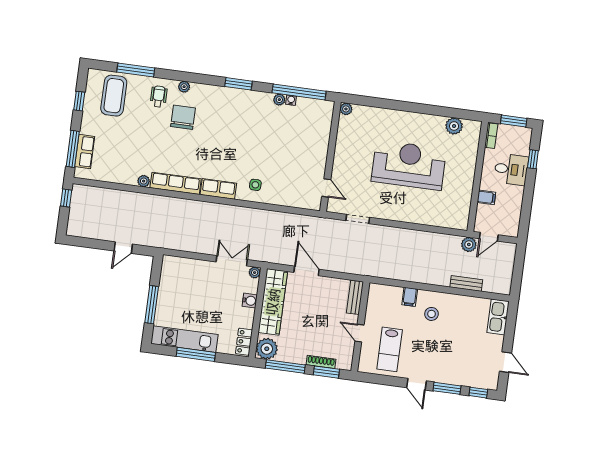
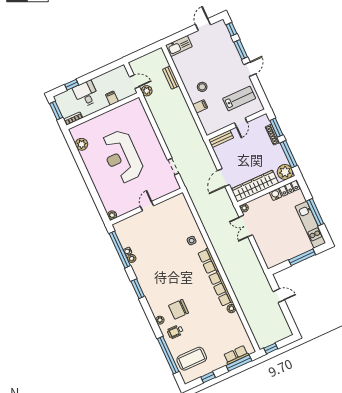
window: (136, 70) -> (168, 355), width x1.46
door: (326, 188) -> (147, 206), moved
water cooler: (250, 301) -> (275, 194), moved

